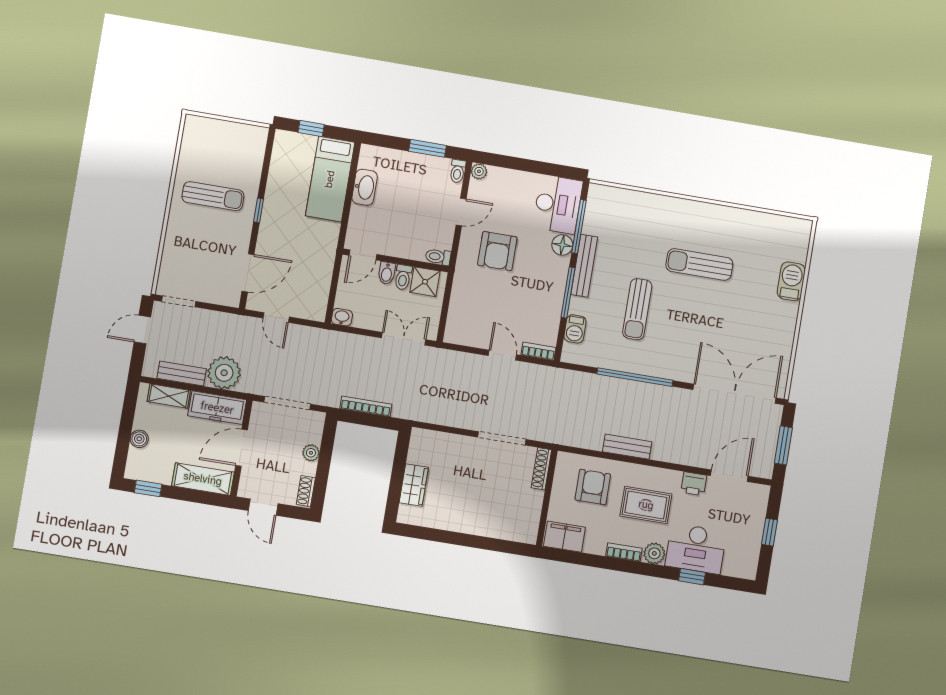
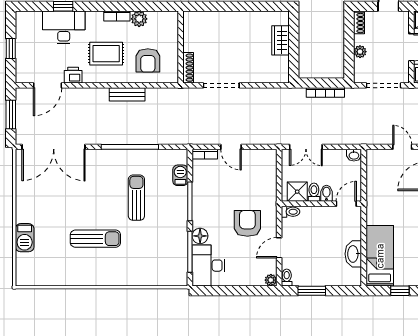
bench: (584, 266) -> (181, 223), removed
filing cabinet: (564, 537) -> (163, 20), removed
plant: (654, 553) -> (139, 19), moved

